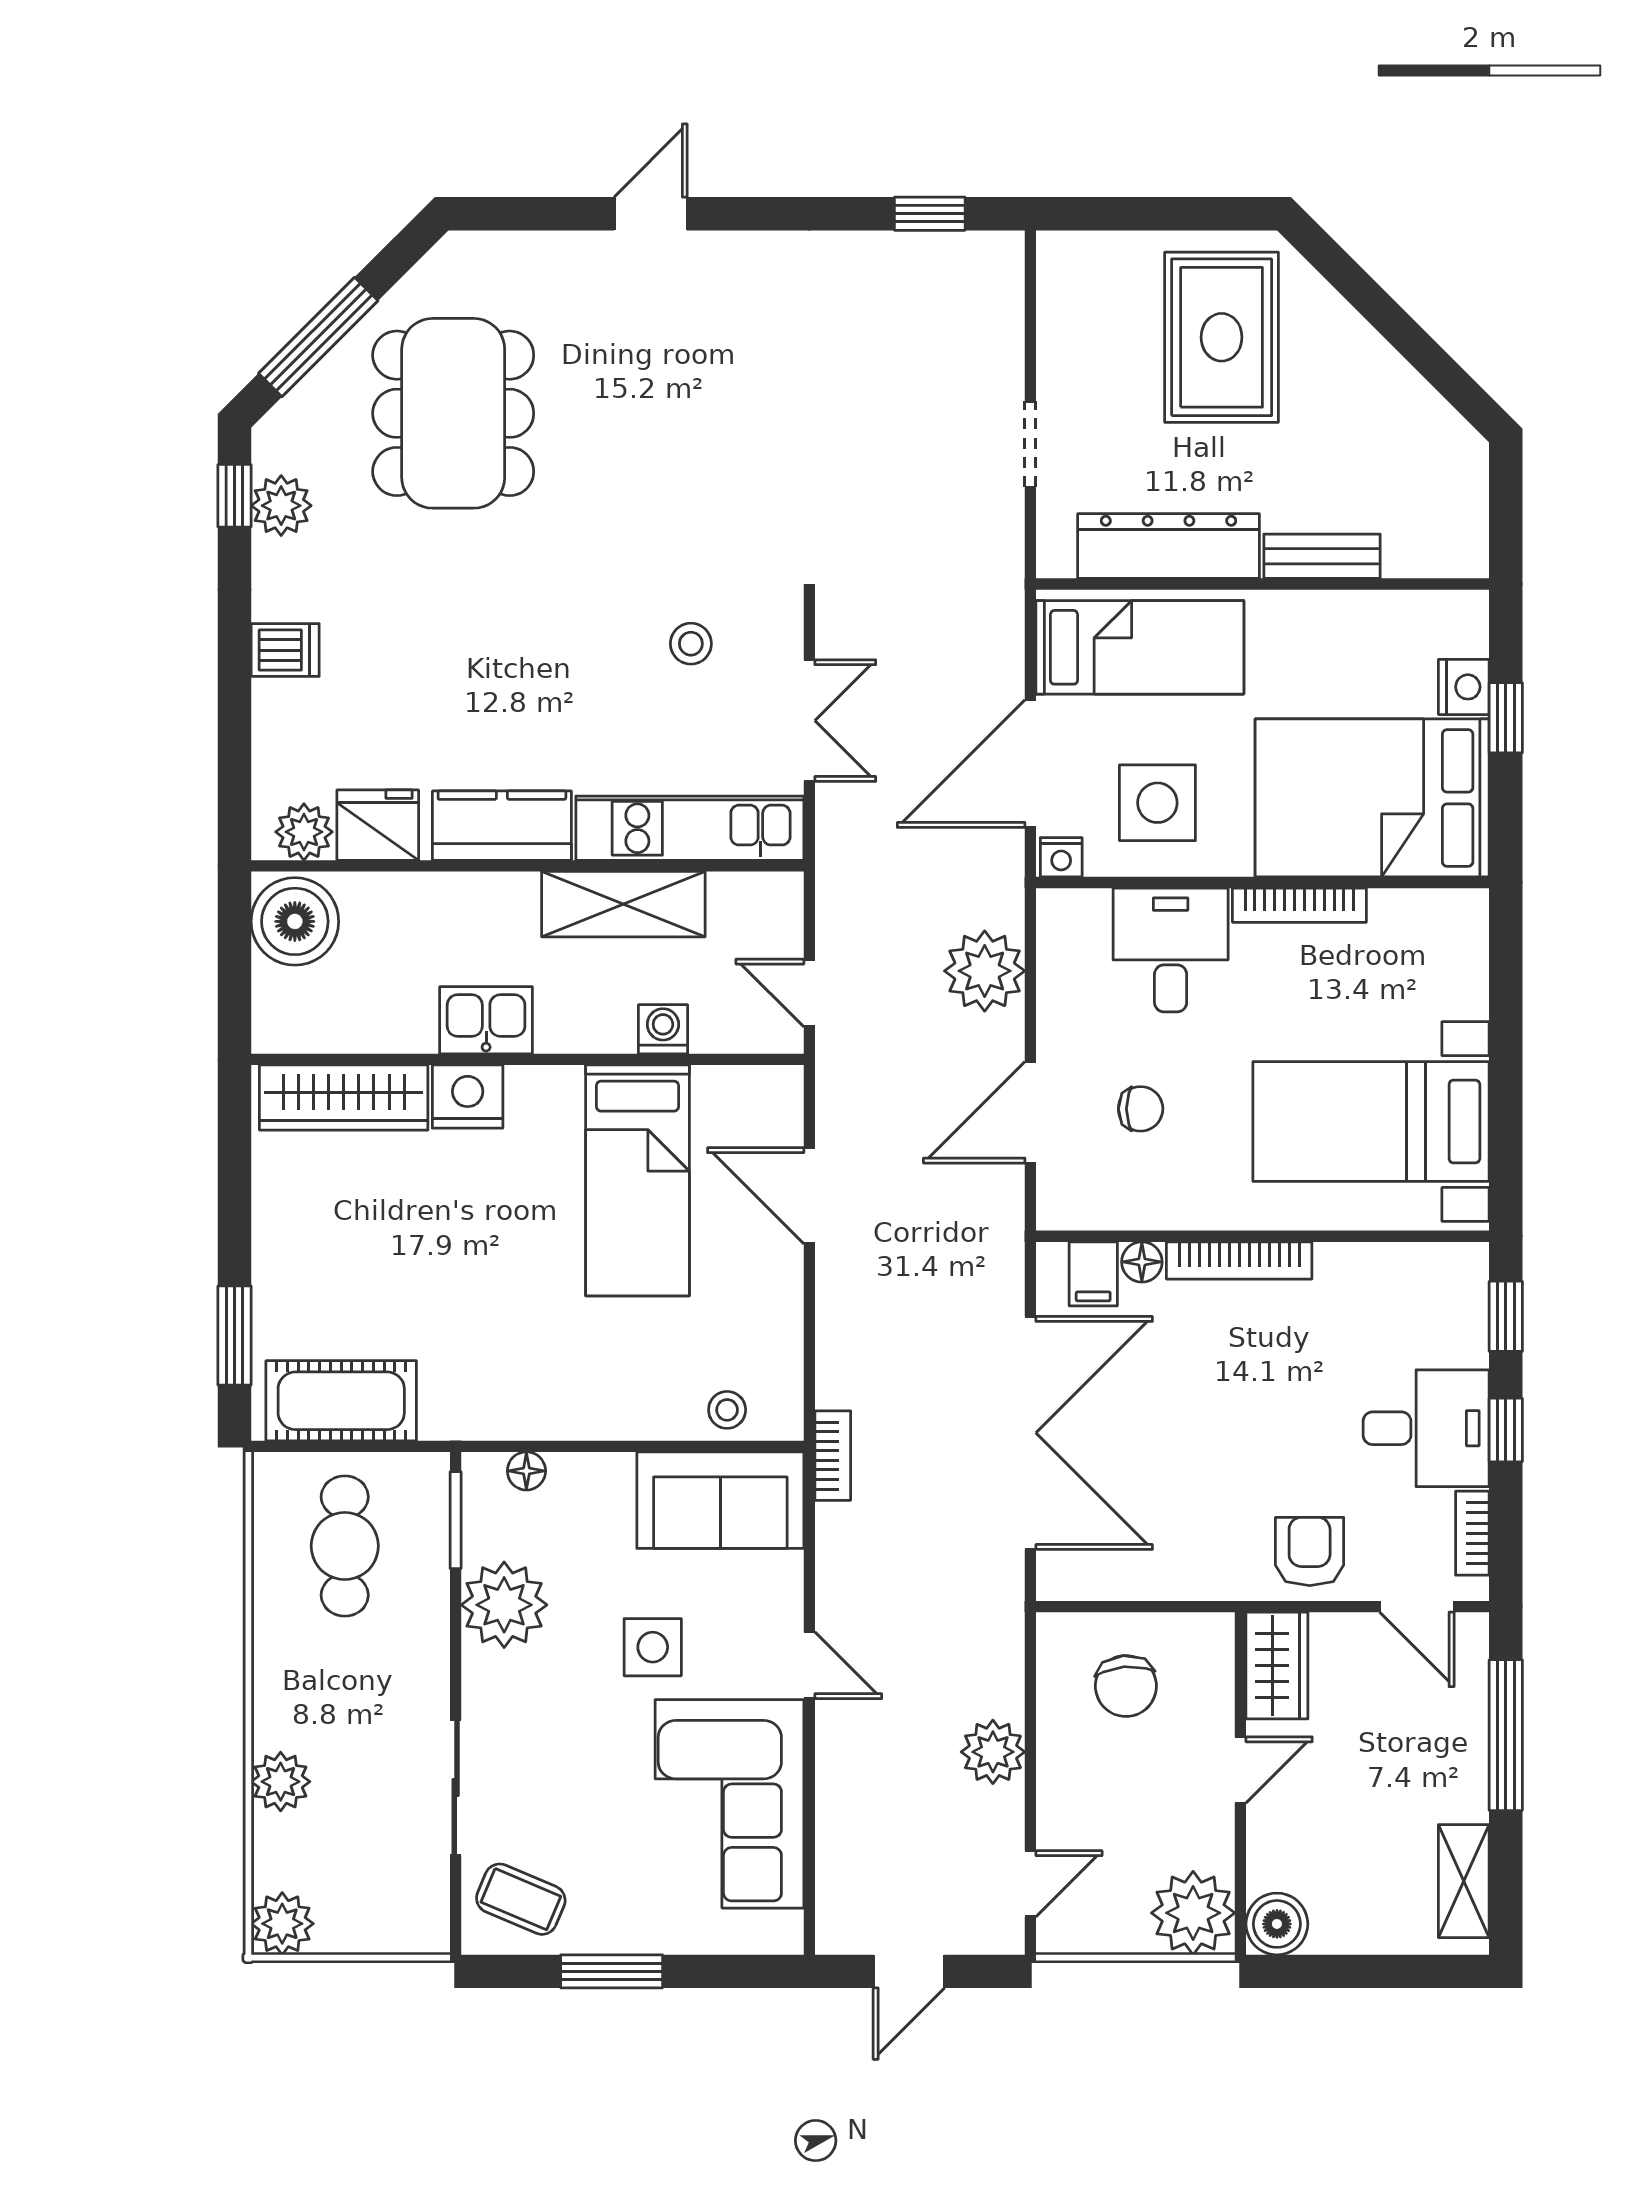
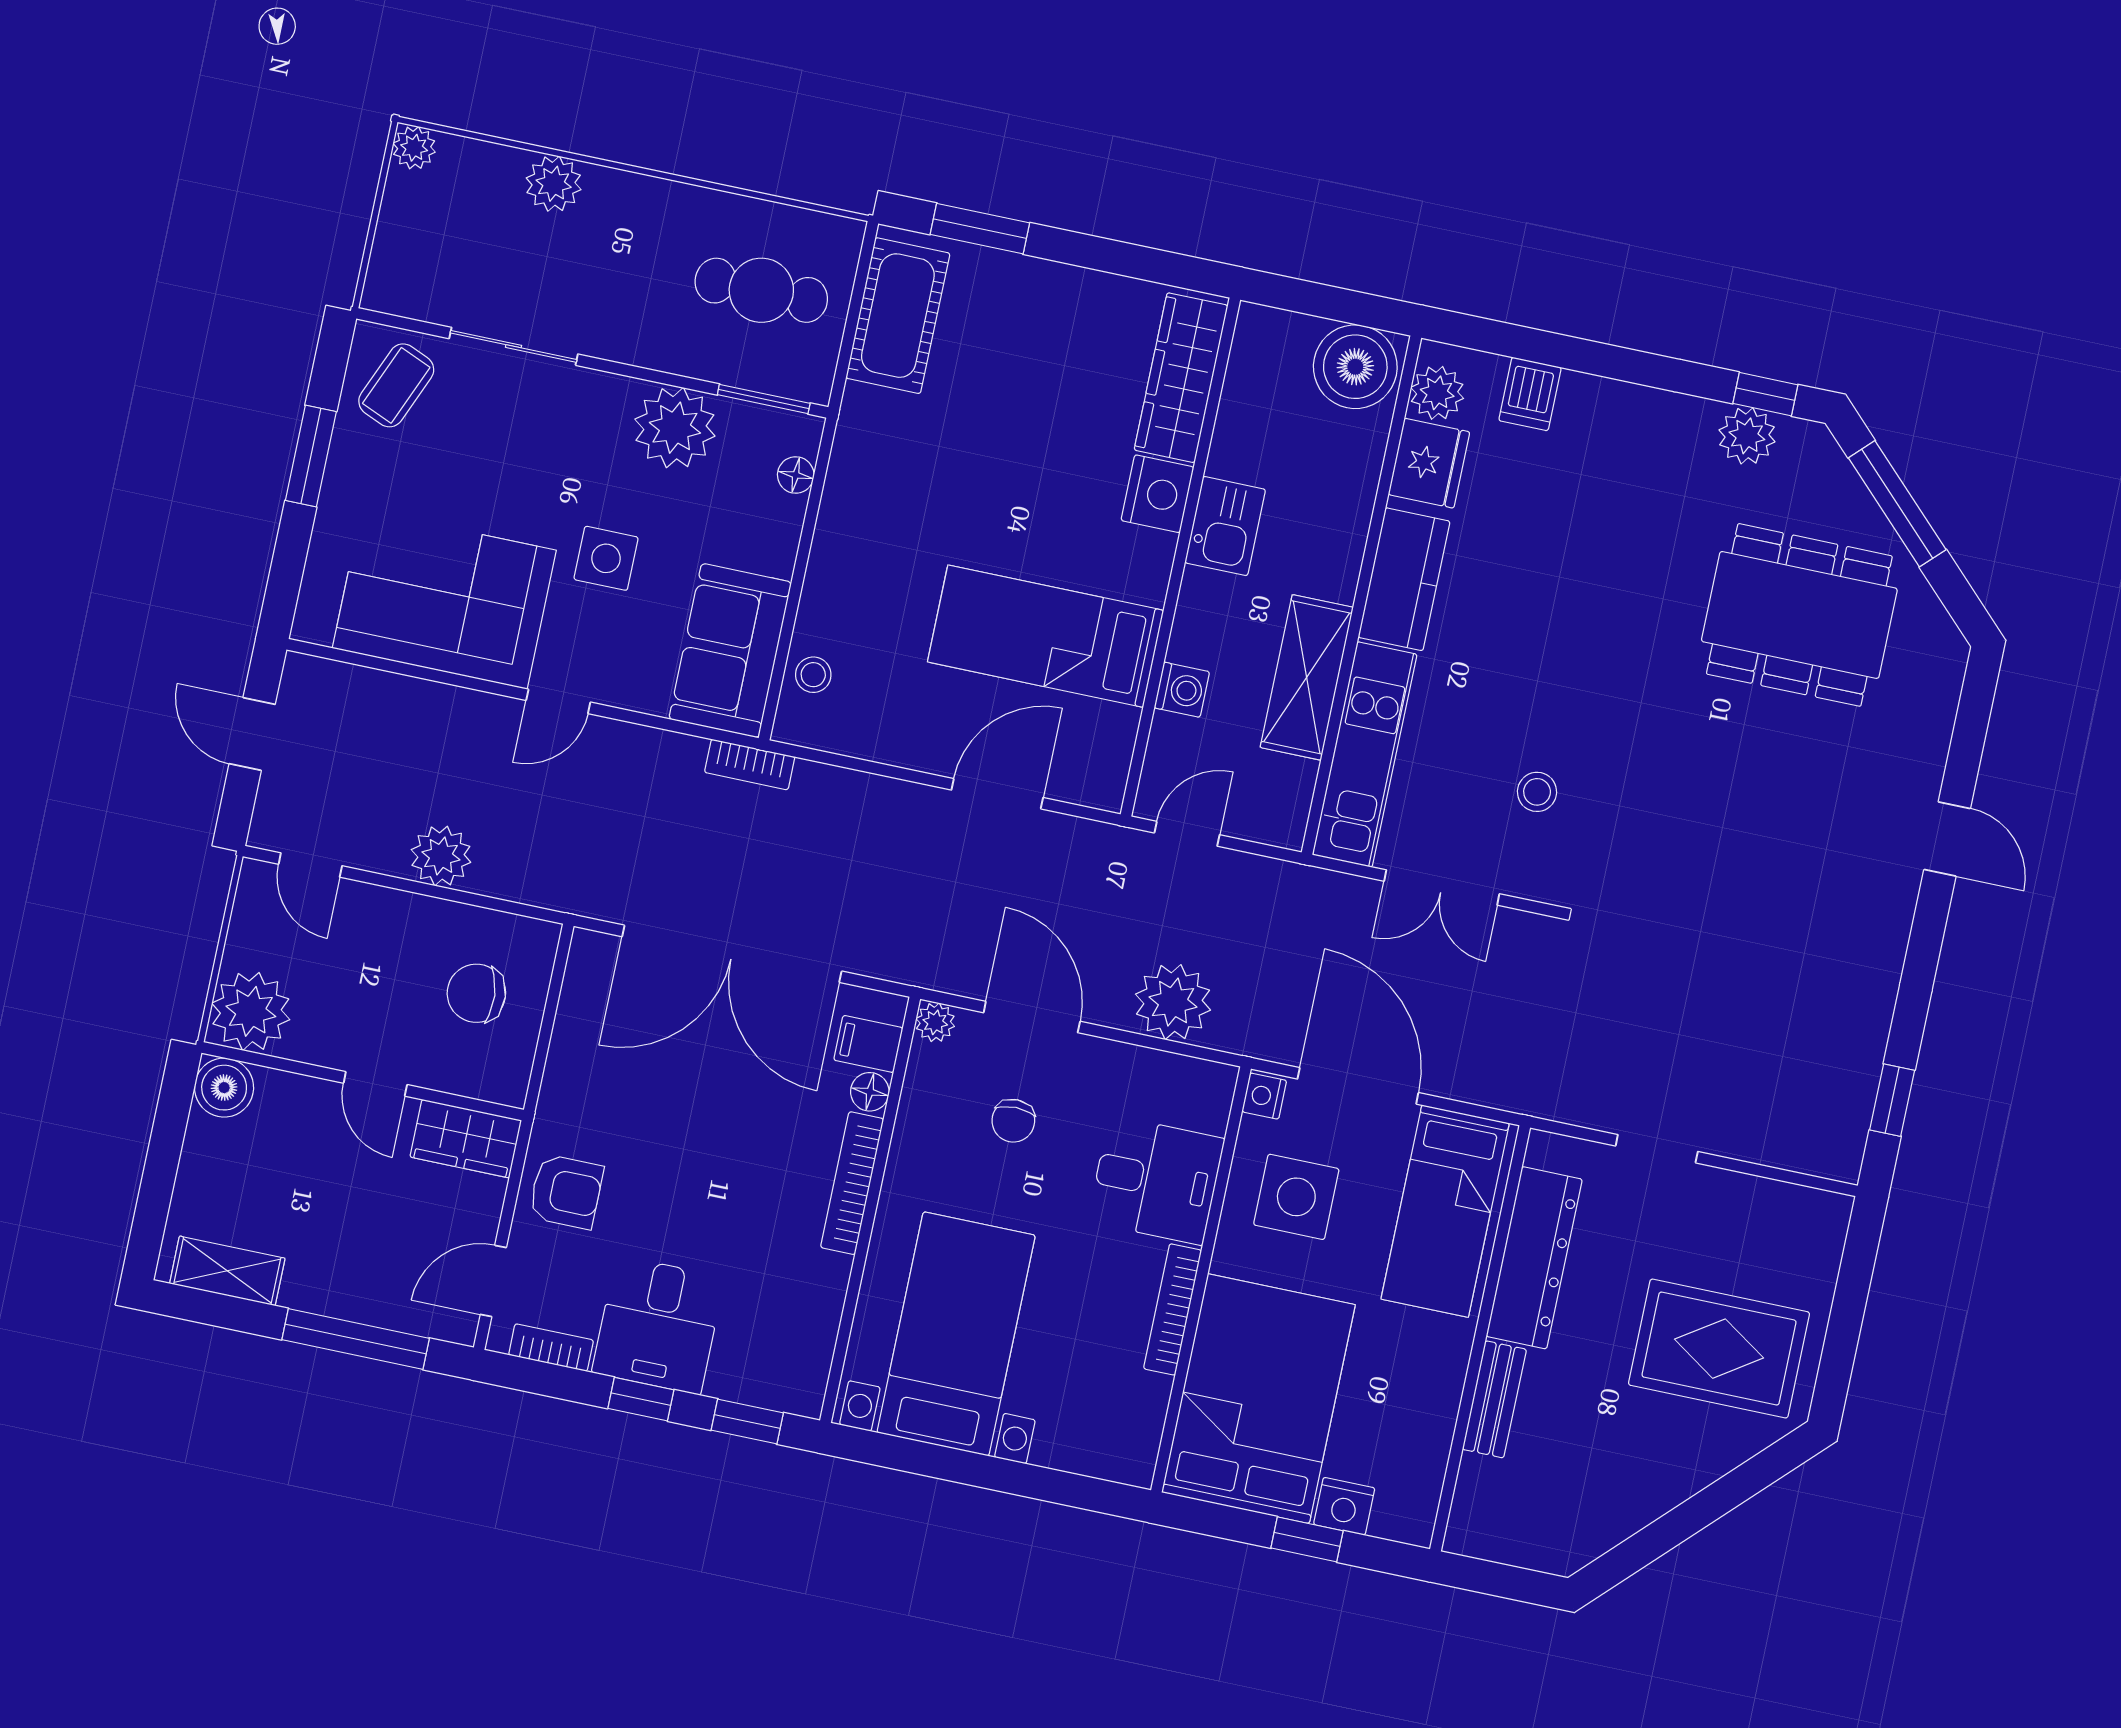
dishwasher: (285, 650) -> (1530, 394), moved
plant: (1057, 1210) -> (935, 1022), added
plant: (282, 1924) -> (414, 148), width x0.73, depth x0.73

